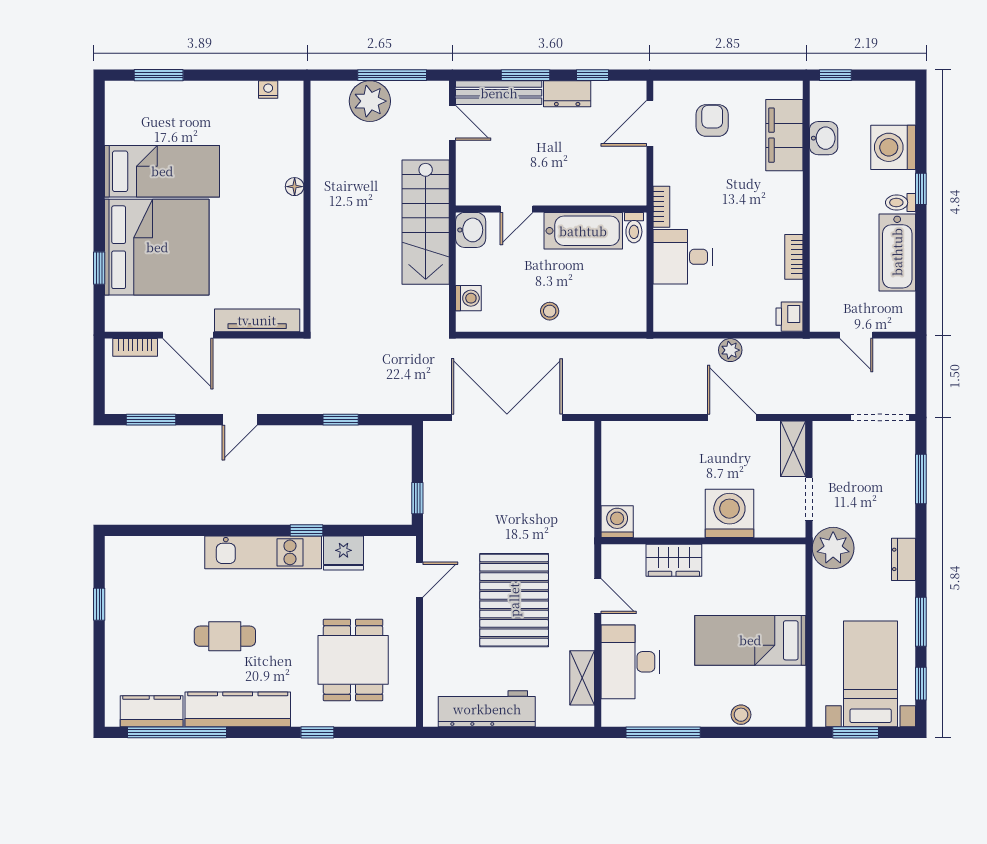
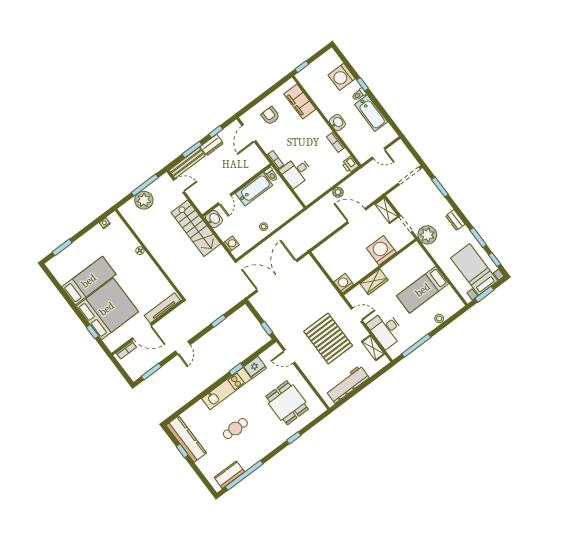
washbasin: (824, 138) -> (337, 123), moved
door: (419, 580) -> (289, 357), swing flipped
kitchen counter: (238, 709) -> (186, 439), moved, turned 90

